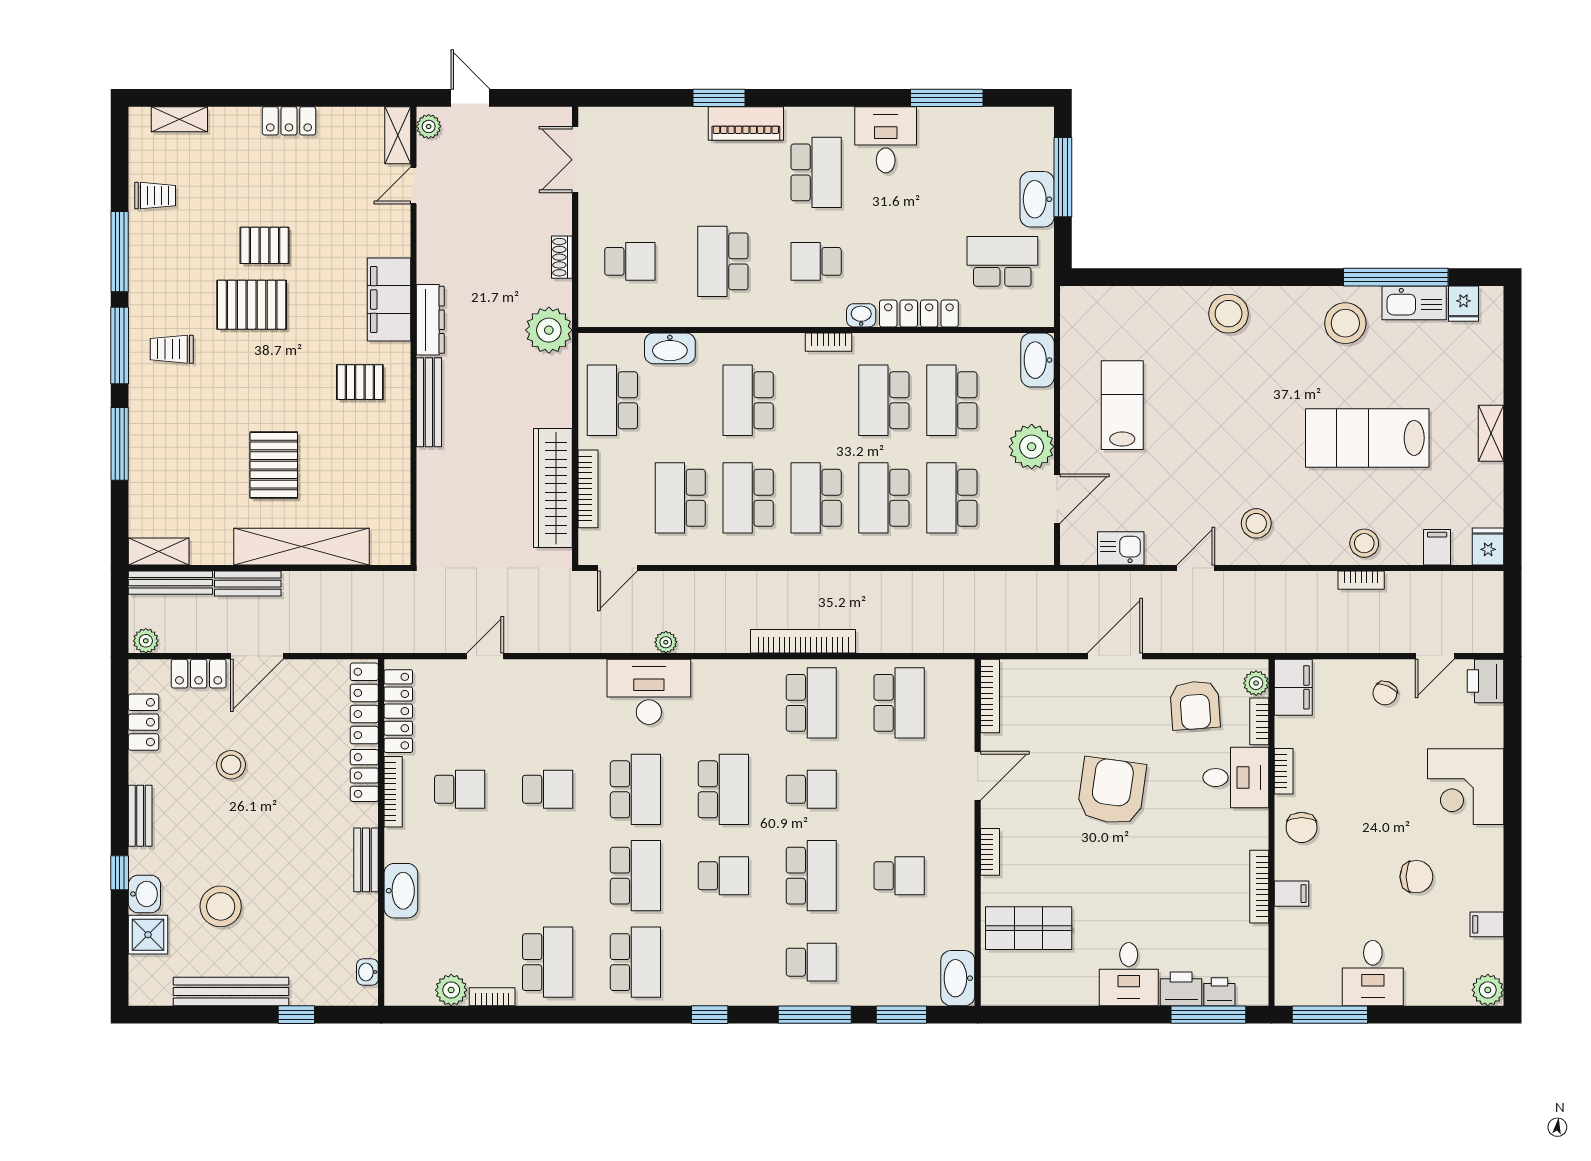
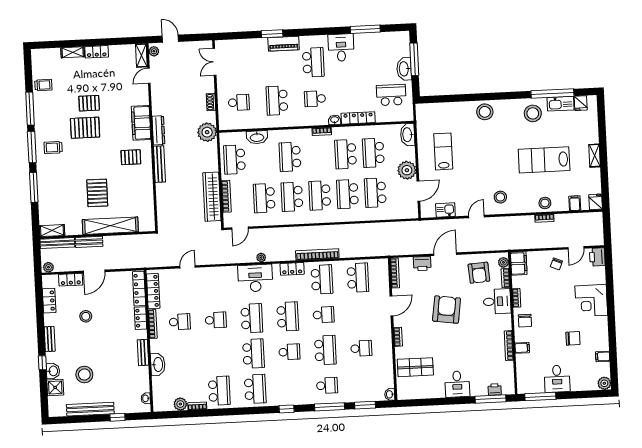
shelving: (179, 119) -> (73, 52), moved
locker: (740, 674) -> (292, 269), added
washbasin: (958, 978) -> (390, 394), width x0.52, depth x0.69
printer: (1181, 989) -> (422, 264), moved, turned 180

